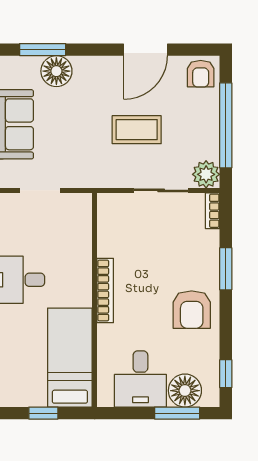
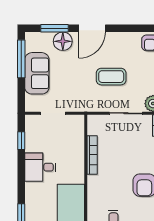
door: (146, 50) -> (92, 28), moved
bookcase: (105, 290) -> (92, 155), moved

